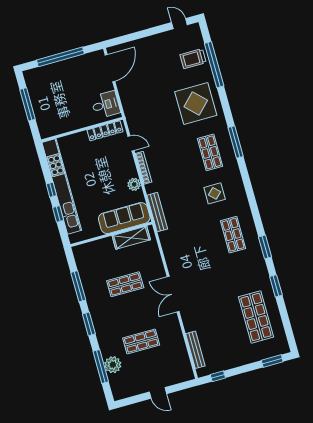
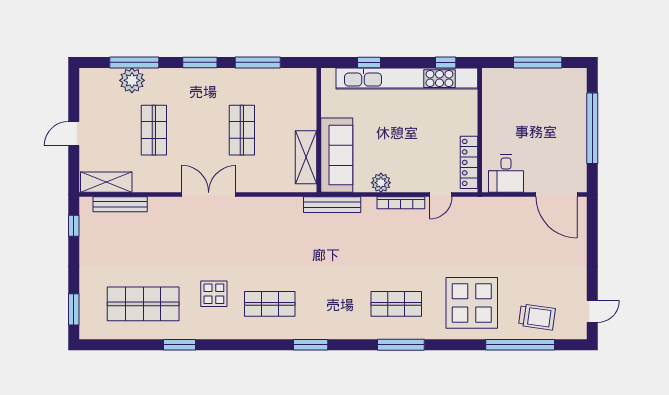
trolley: (193, 59) -> (537, 317), turned 98
window: (51, 190) -> (446, 62), moved
display table: (215, 193) -> (214, 294), moved
window: (265, 247) -> (311, 345), moved
shelving: (184, 363) -> (106, 182), added

